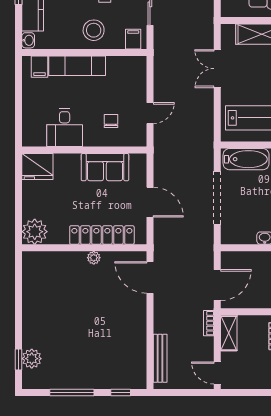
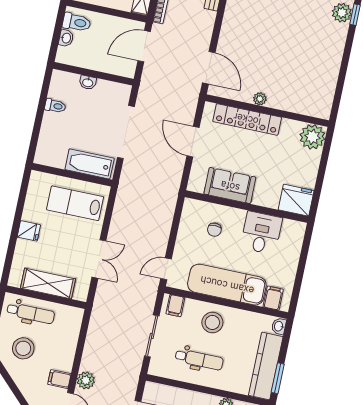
exam couch: (77, 66) -> (227, 285), width x1.36, depth x1.45
door: (150, 113) -> (166, 269), moved

